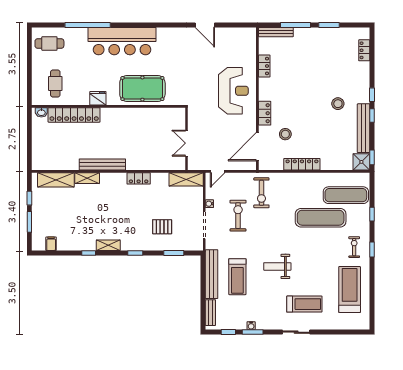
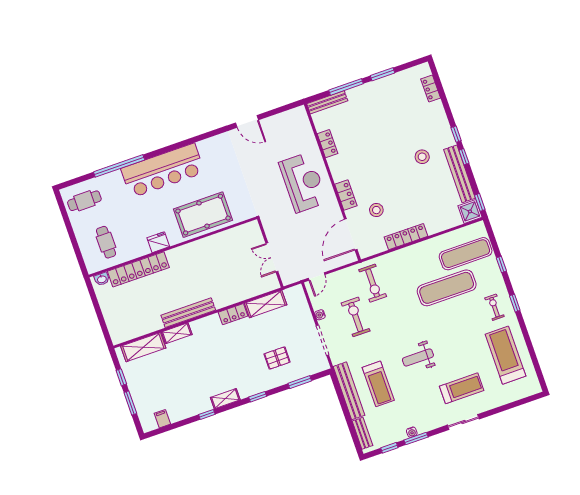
shelving: (186, 179) -> (266, 304), moved

